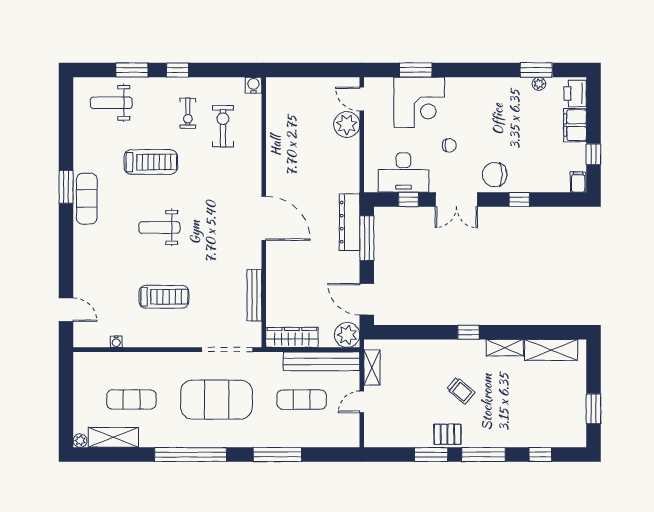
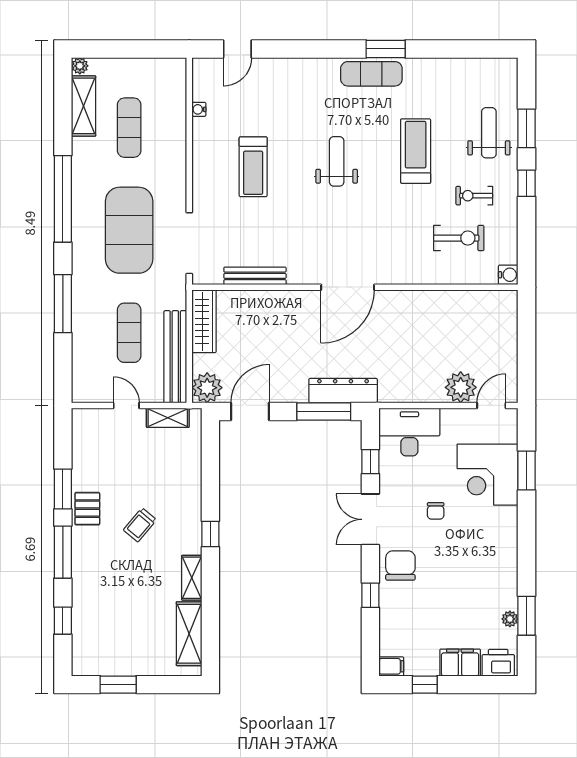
weight bench: (111, 103) -> (489, 133), moved
treadmill: (151, 162) -> (416, 151), turned 180
desk: (404, 173) -> (409, 432), moved, turned 90

